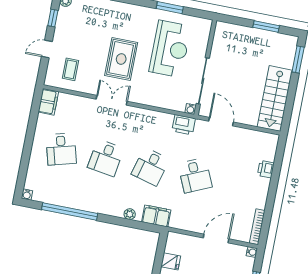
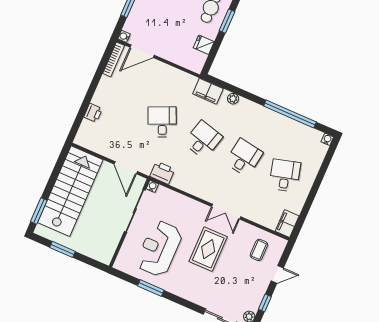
stairs: (275, 99) -> (70, 191), width x1.36, depth x1.51
door: (216, 238) -> (142, 51), moved

